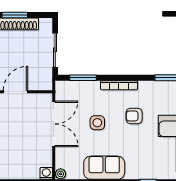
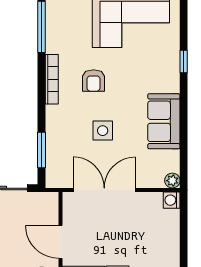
bookcase: (119, 85) -> (52, 79), moved

